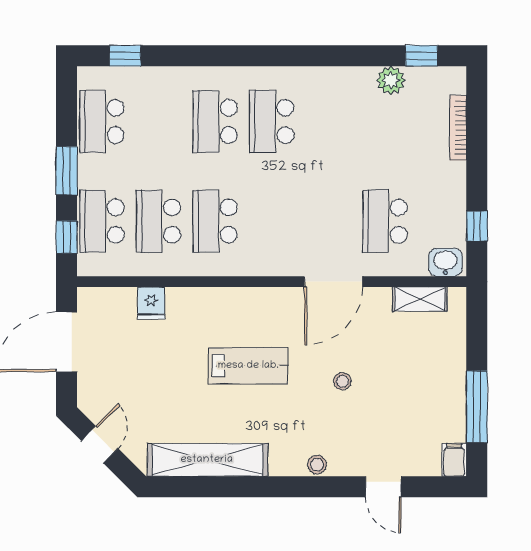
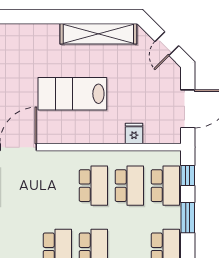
lab bench: (248, 366) -> (72, 94), width x1.36, depth x1.39
stool: (342, 381) -> (13, 84), removed
stool: (317, 465) -> (29, 31), removed

